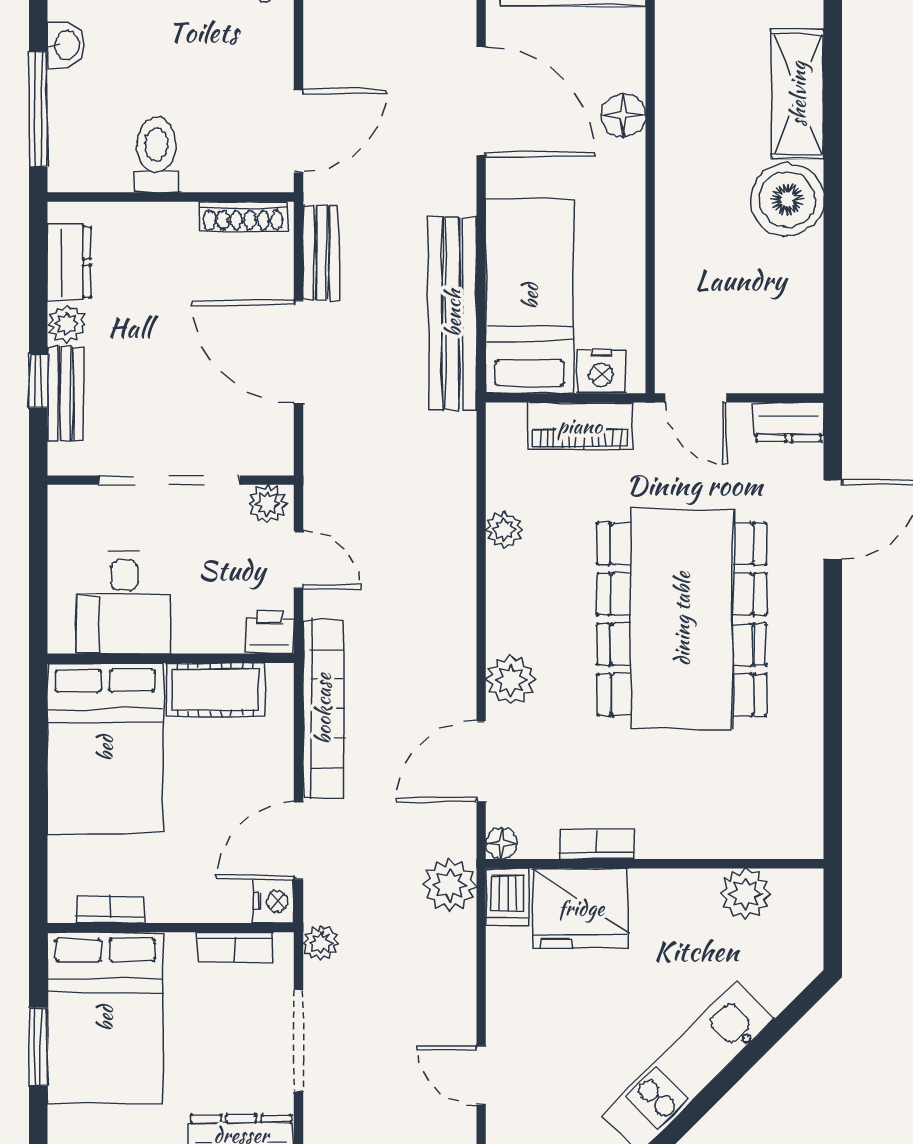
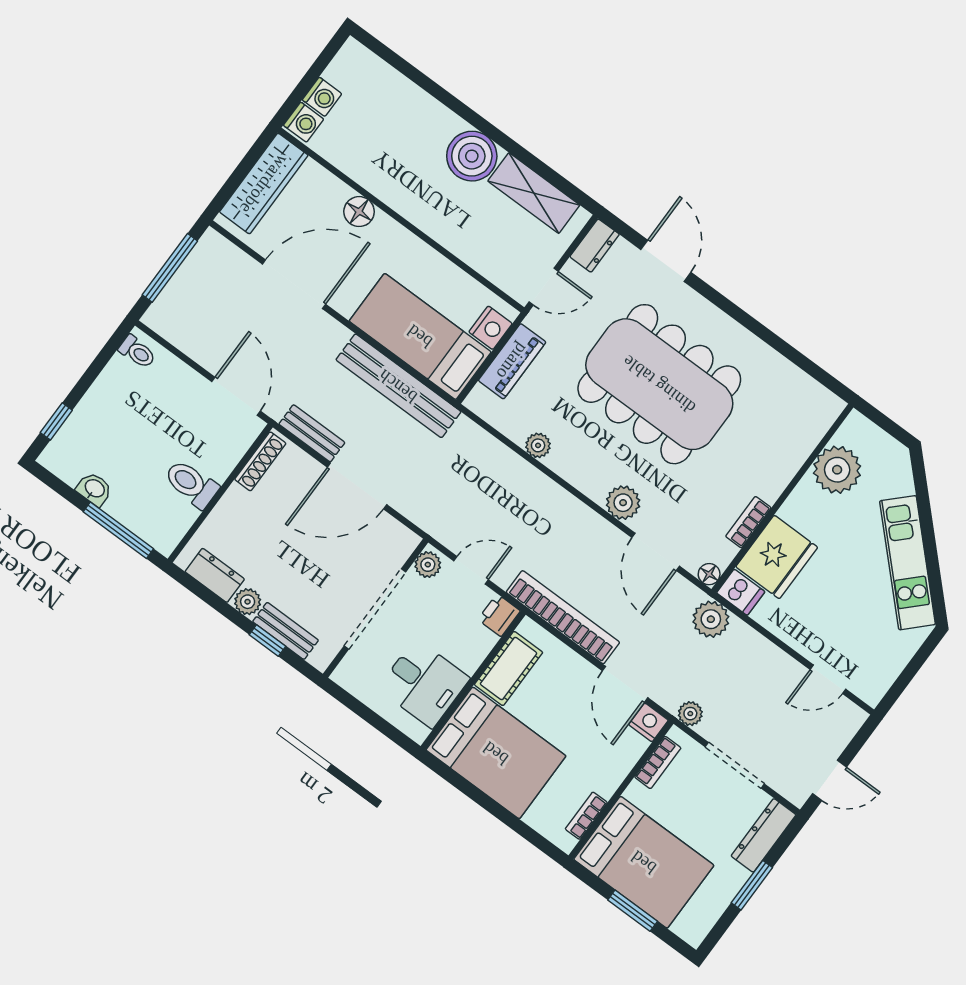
shelving: (798, 94) -> (534, 193), moved
plant: (745, 894) -> (837, 470), width x1.36, depth x1.36

